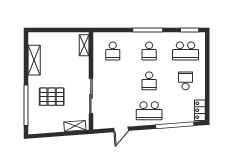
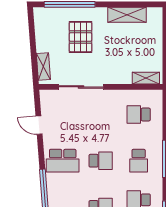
school desk: (149, 51) -> (139, 161), turned -90
school desk: (149, 81) -> (101, 161), turned 180
school desk: (149, 111) -> (63, 161), turned -90

